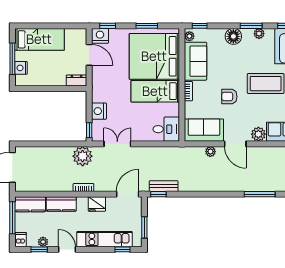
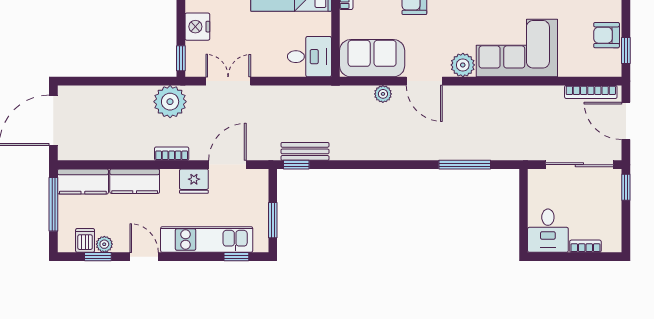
door: (128, 194) -> (227, 165), moved
dishwasher: (21, 240) -> (85, 240), moved

